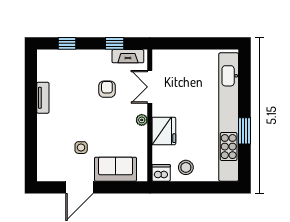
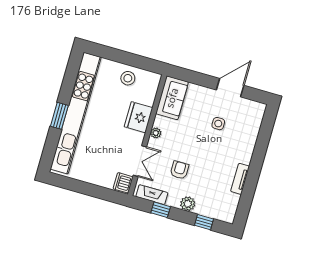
plant: (89, 57) -> (188, 204), added
armchair: (107, 89) -> (179, 170), turned 180
window: (244, 131) -> (59, 116), moved
sofa: (116, 169) -> (172, 98), moved, turned -90
dishwasher: (161, 173) -> (123, 183), moved, turned 90

